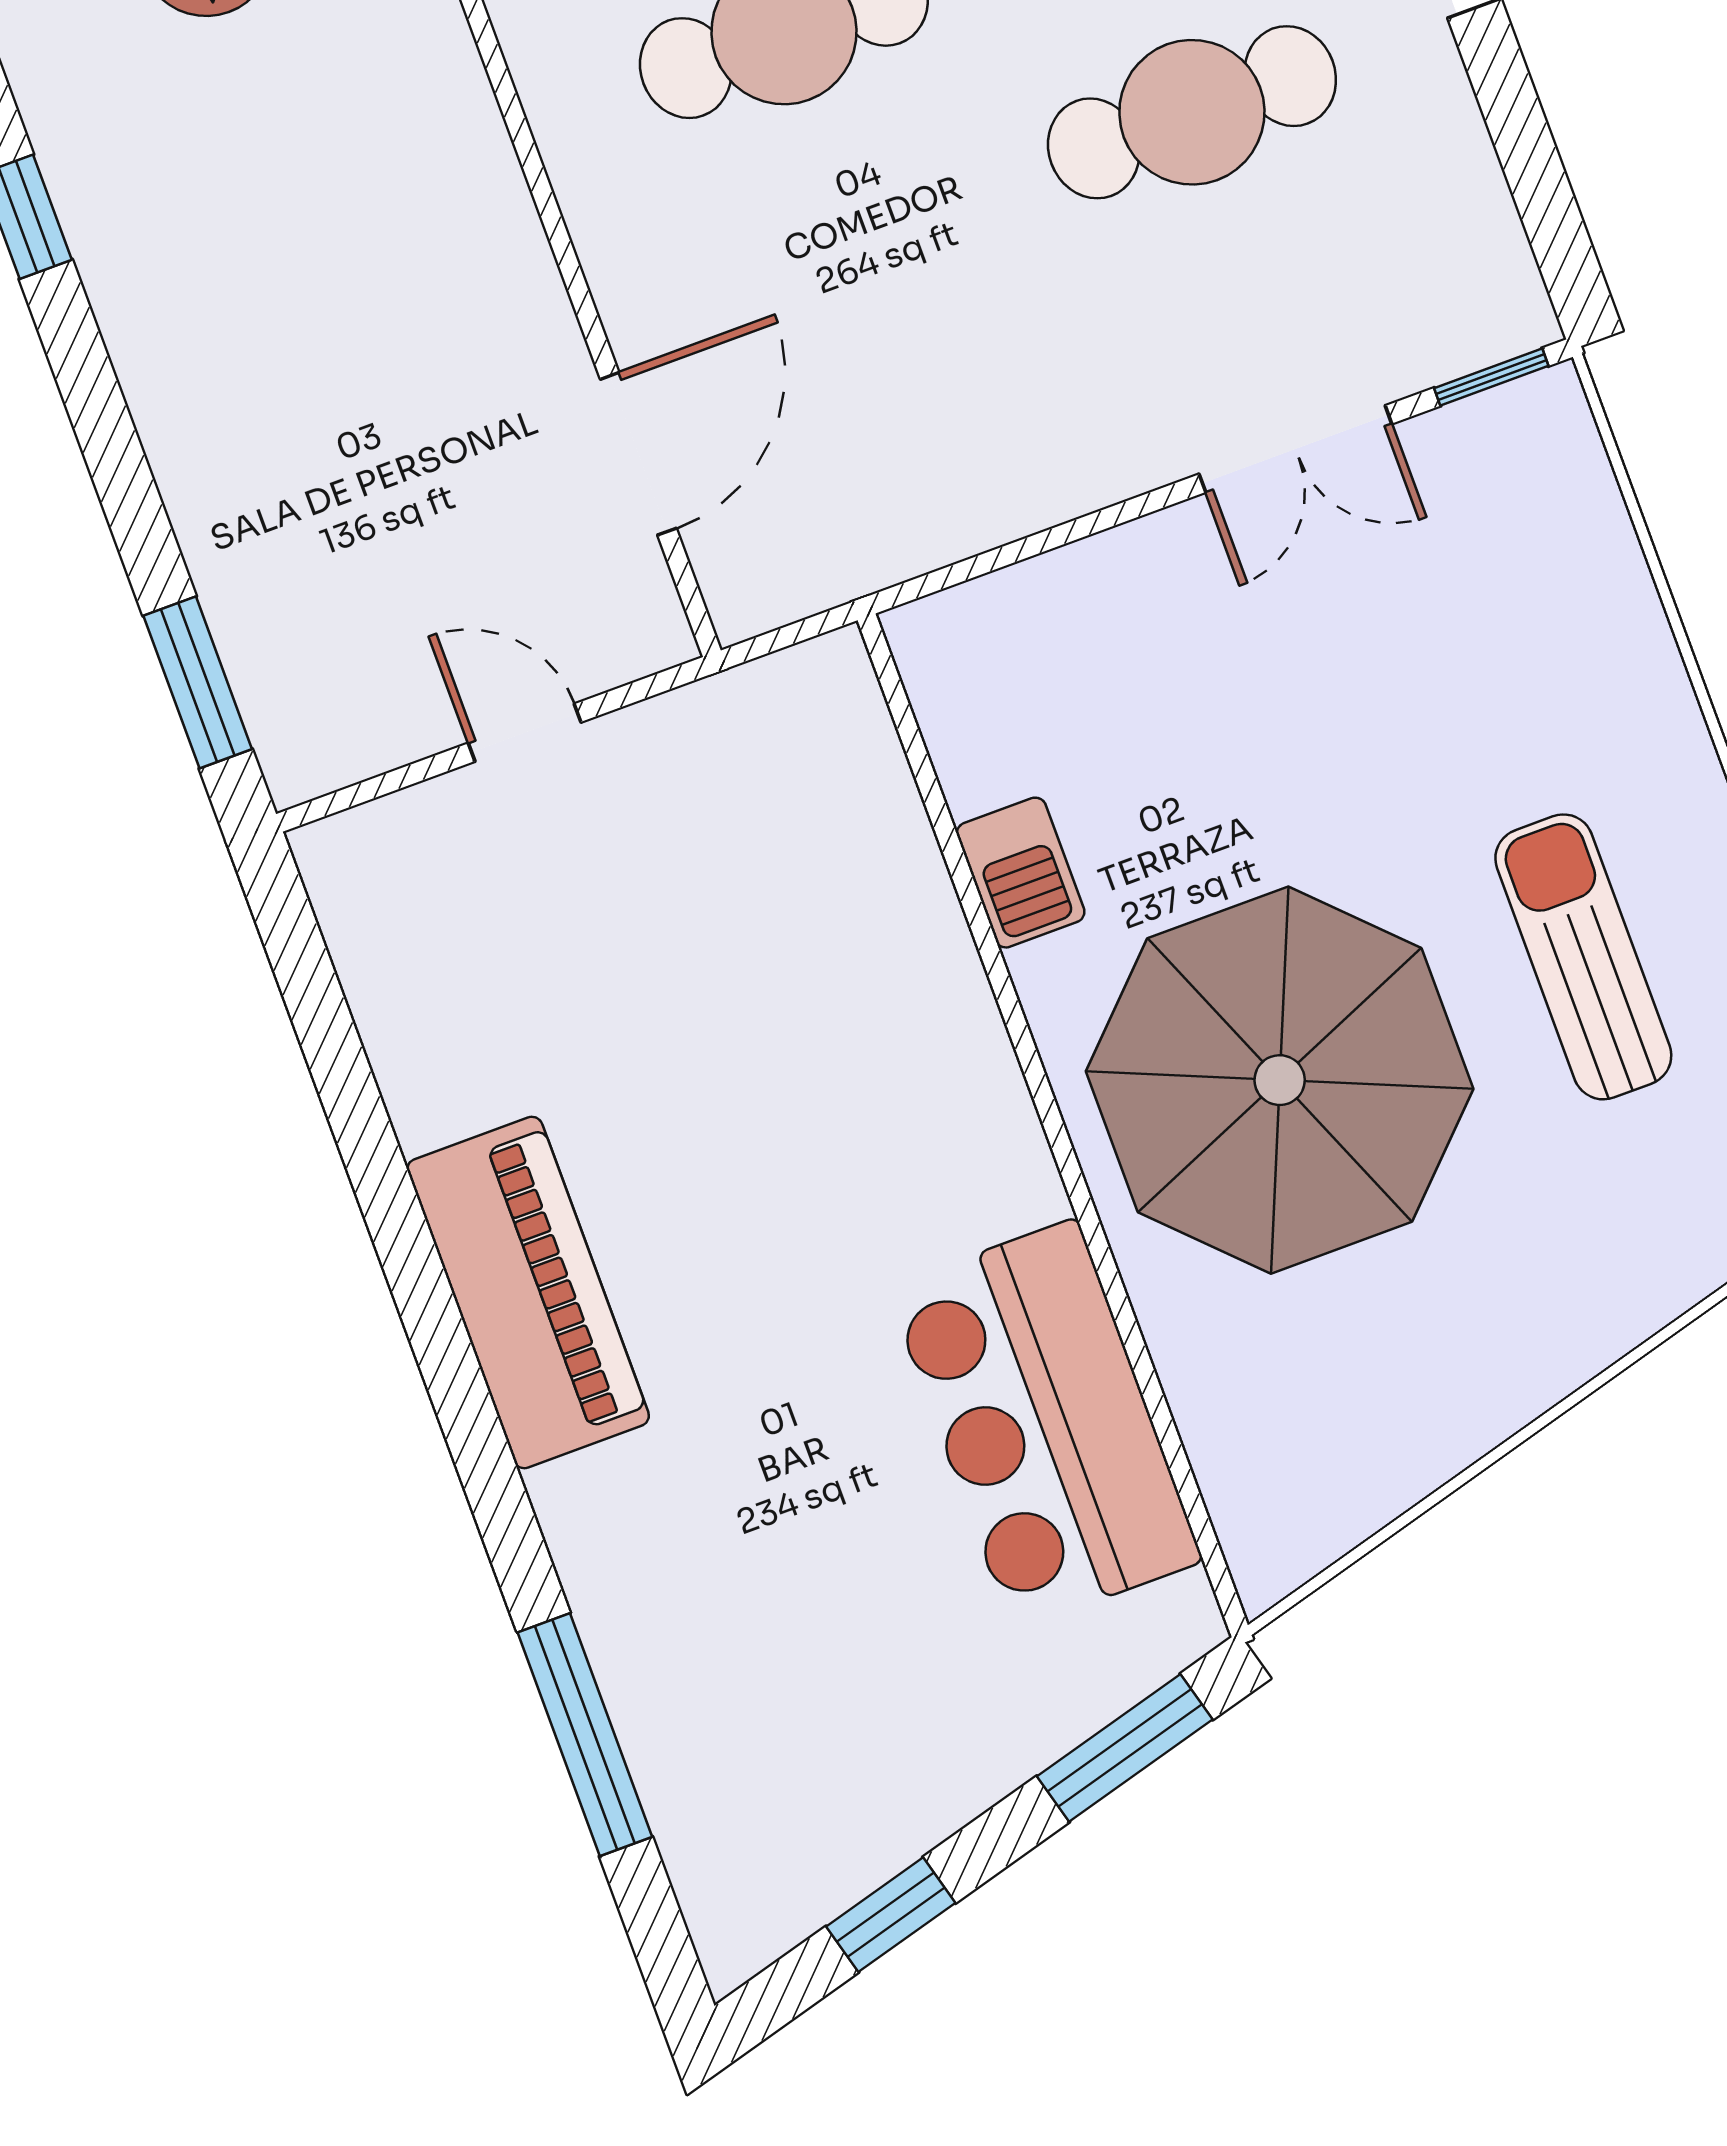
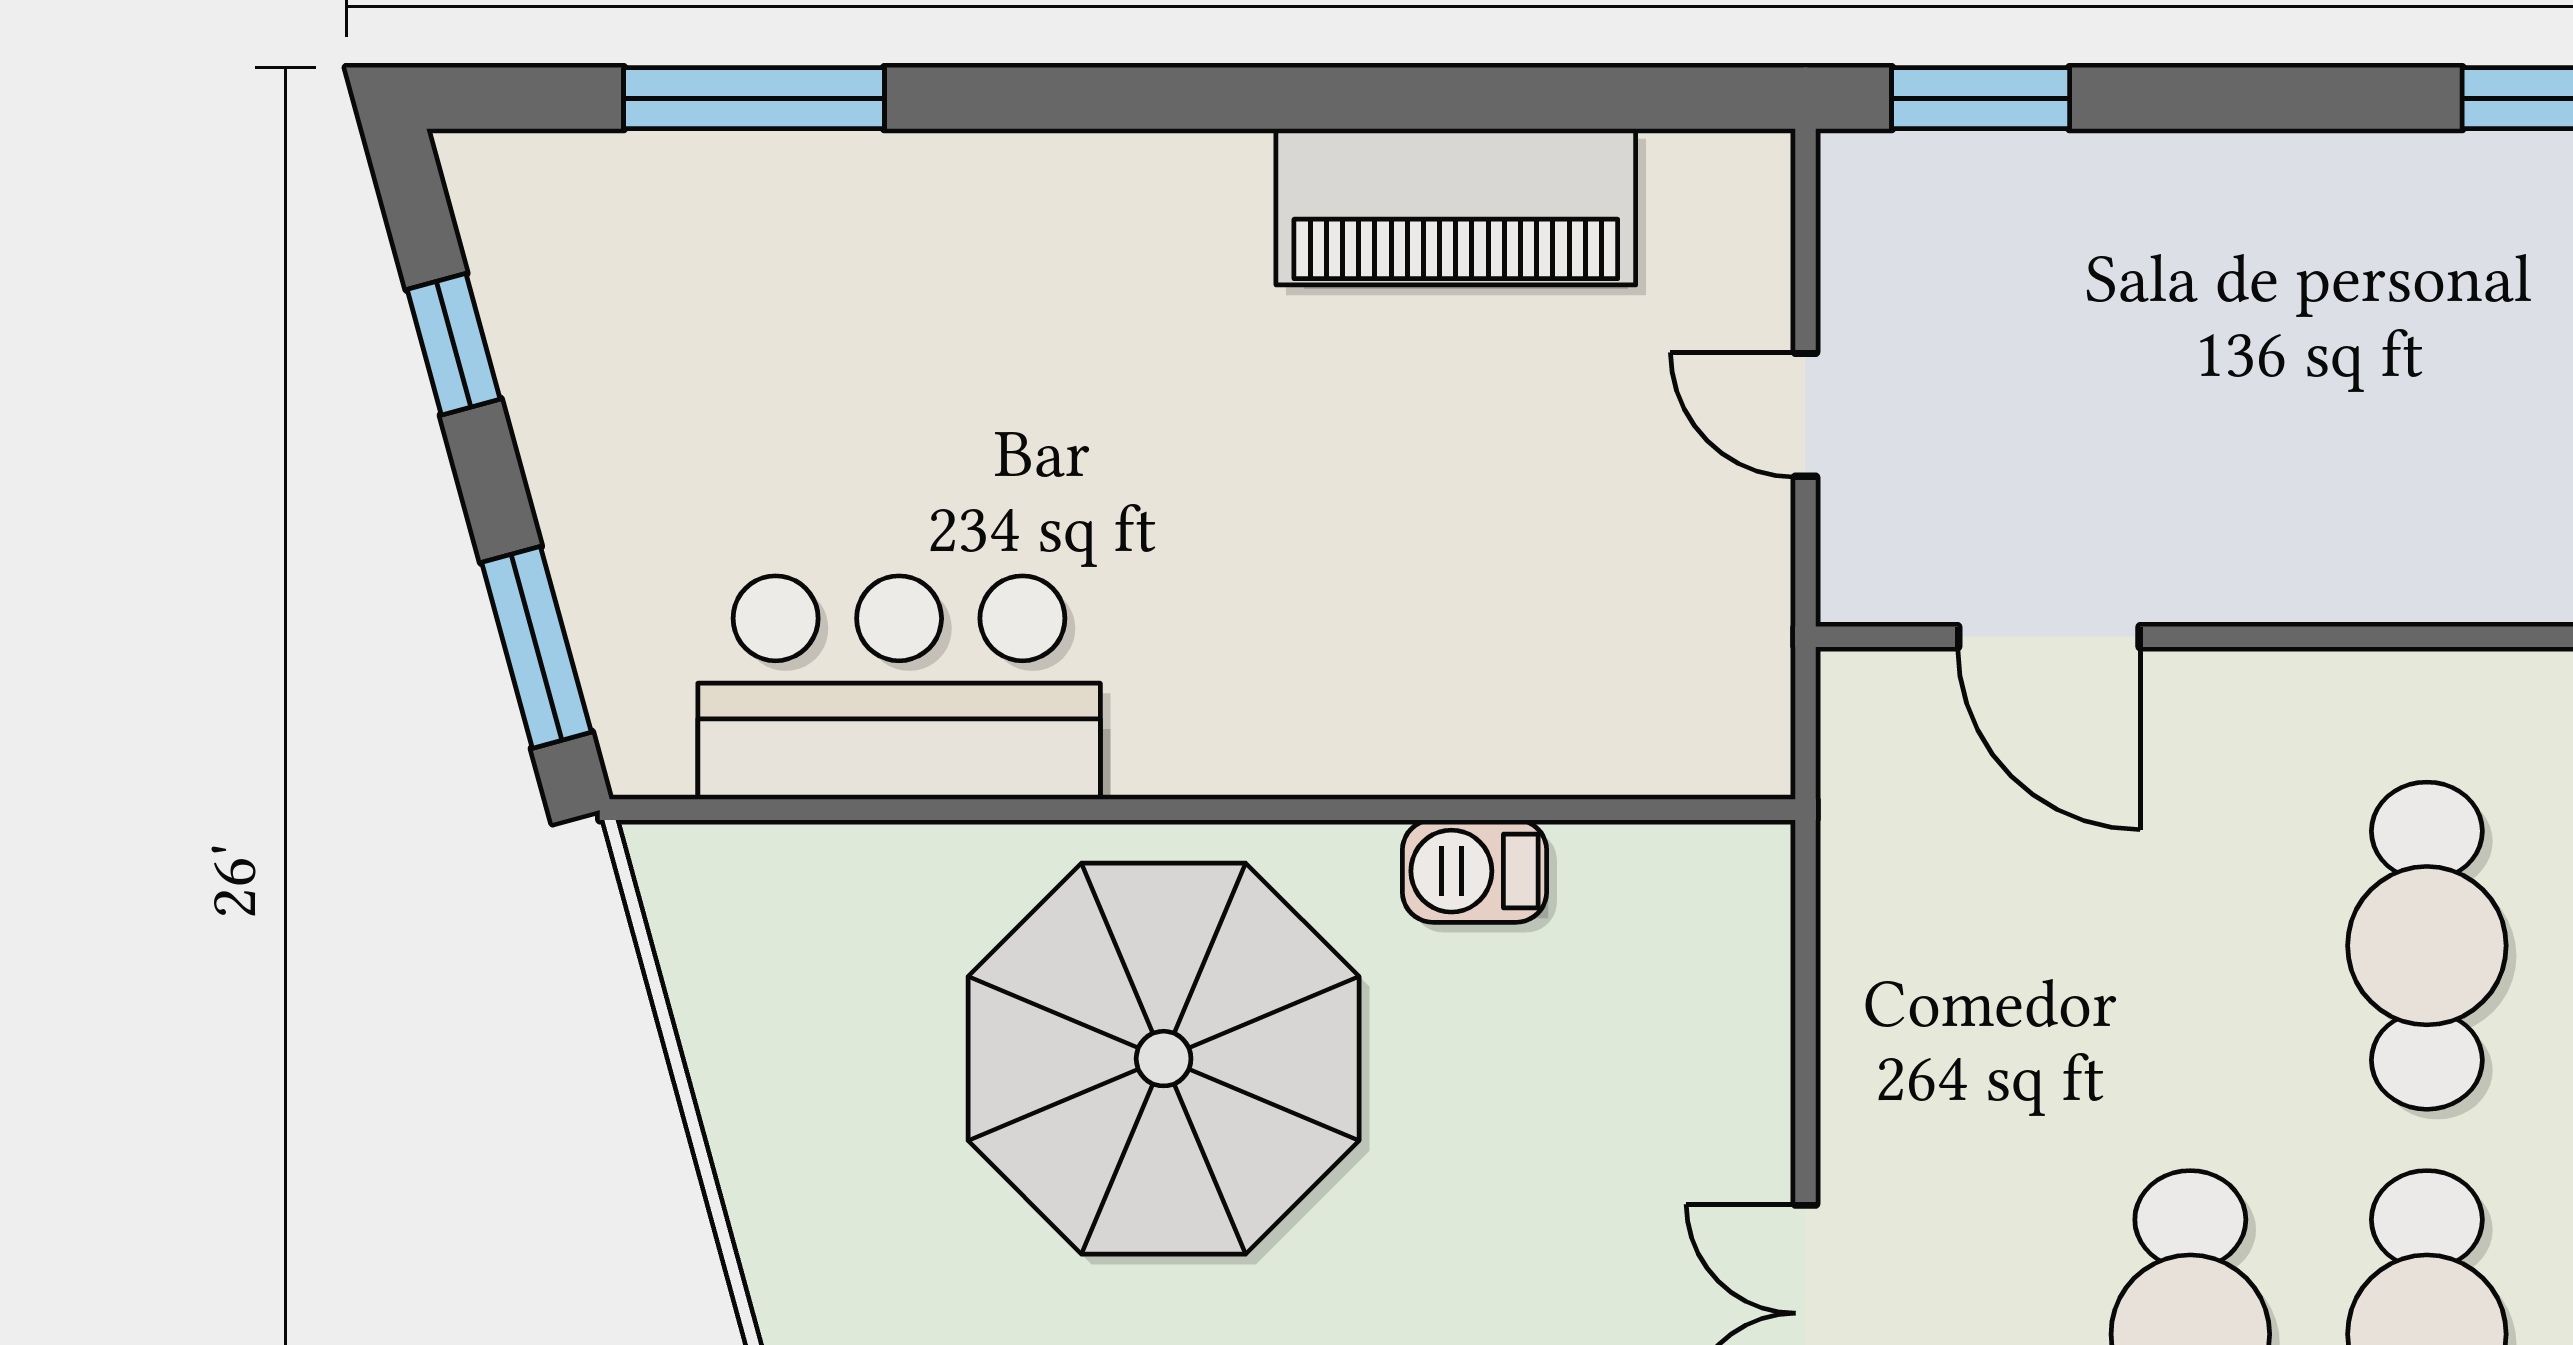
door: (525, 733) -> (1805, 415), swing flipped
piano: (528, 1292) -> (1456, 207), moved

